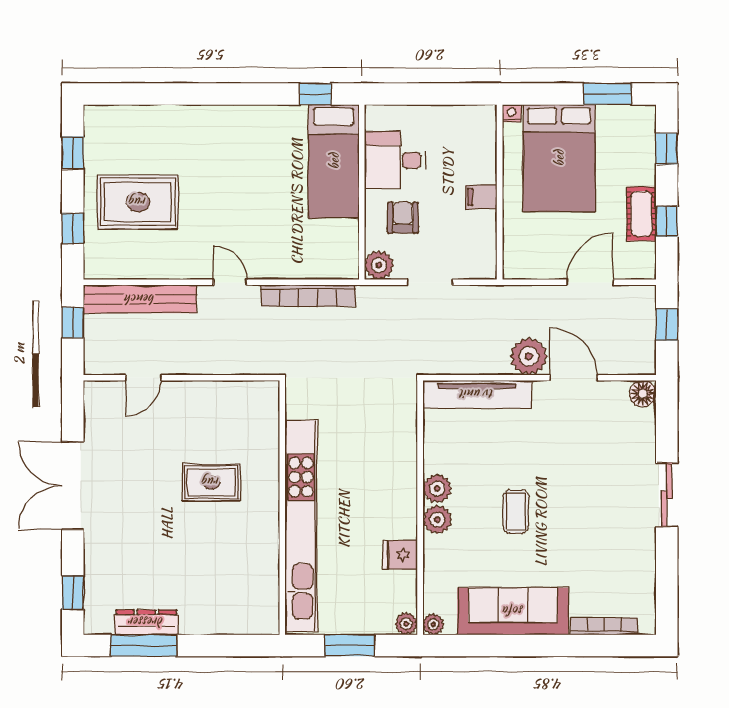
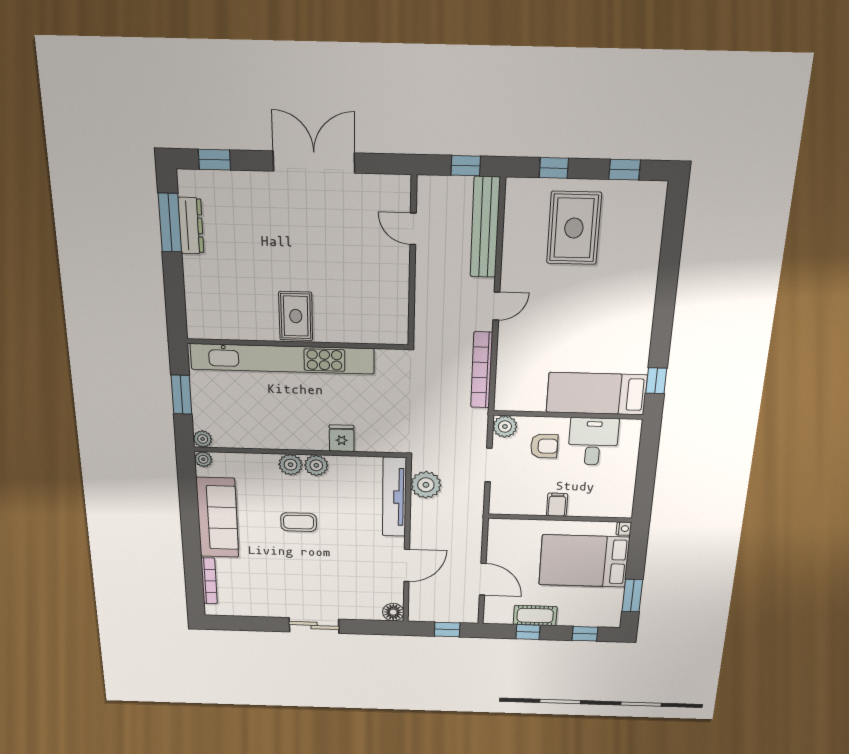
plant: (529, 356) -> (426, 485), moved
rug: (211, 482) -> (296, 316), moved
fridge: (400, 555) -> (342, 438), moved

